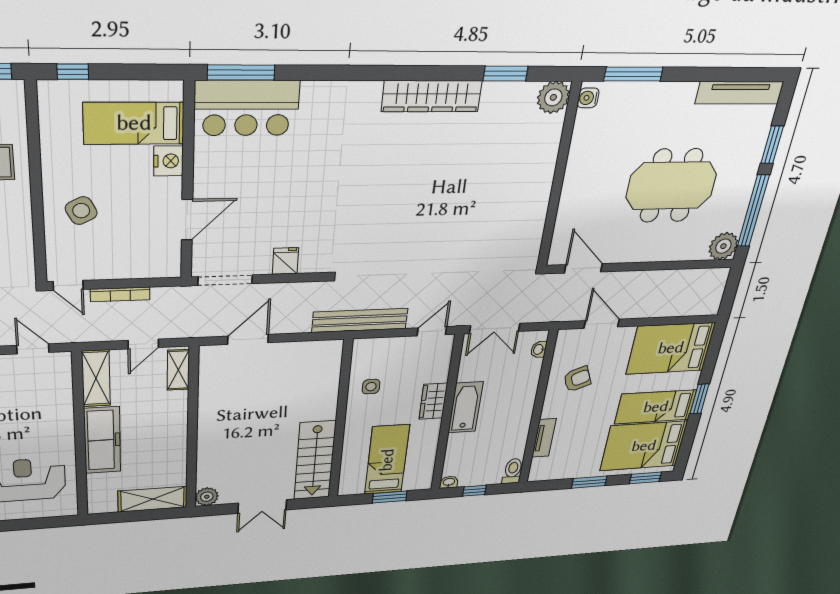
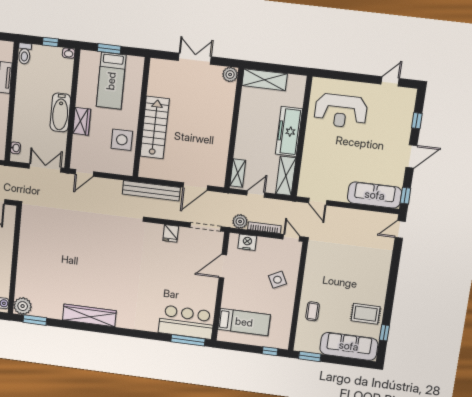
window: (506, 74) -> (35, 320), moved
nightstand: (168, 161) -> (247, 242), moved, turned 90
plant: (165, 298) -> (240, 222), added
bench: (360, 320) -> (151, 191), moved
side table: (371, 387) -> (122, 140), width x1.87, depth x1.87
stairs: (315, 460) -> (155, 128), moved

